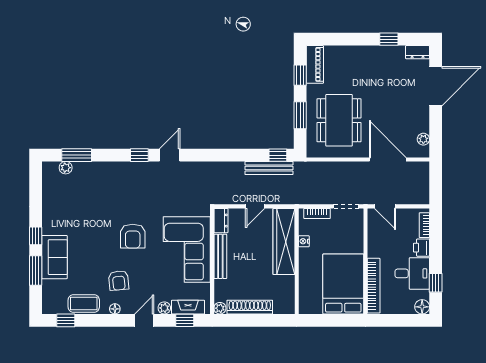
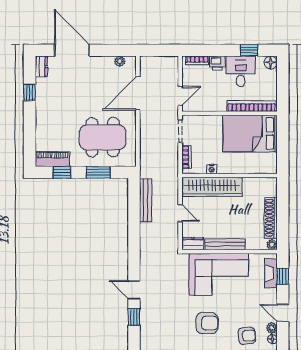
window: (278, 155) -> (134, 192), removed
plant: (164, 308) -> (272, 328), moved

